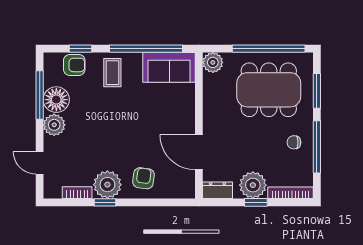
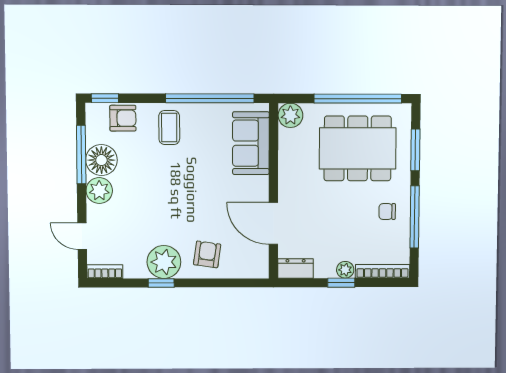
window: (81, 49) -> (105, 98), moved
sofa: (169, 67) -> (251, 143), moved, turned 90
plant: (253, 185) -> (345, 270), width x0.53, depth x0.53
bookcase: (77, 193) -> (105, 272), moved

